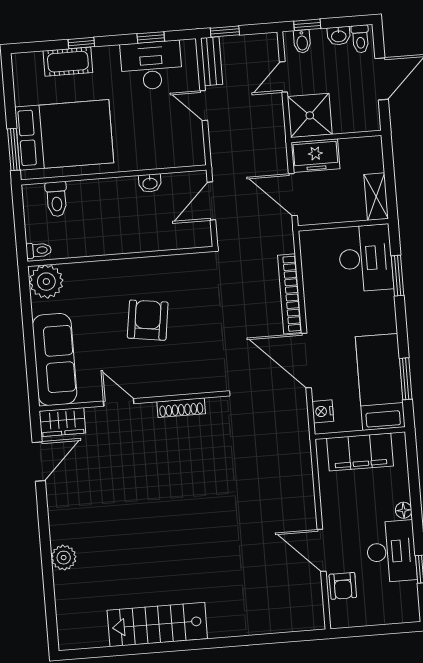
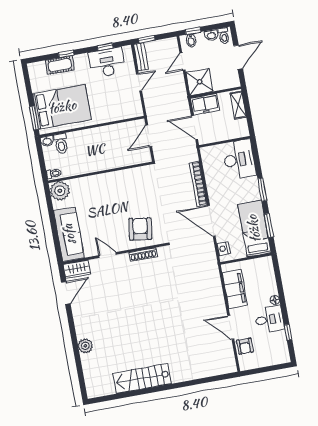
door: (204, 106) -> (139, 82), swing flipped
washbasin: (150, 183) -> (47, 141), moved
shelving: (376, 197) -> (238, 105), moved
window: (397, 276) -> (262, 190), moved
armchair: (148, 320) -> (140, 229), moved
filing cabinet: (360, 452) -> (235, 289), moved, turned -90
desk: (391, 551) -> (269, 319), width x0.73

